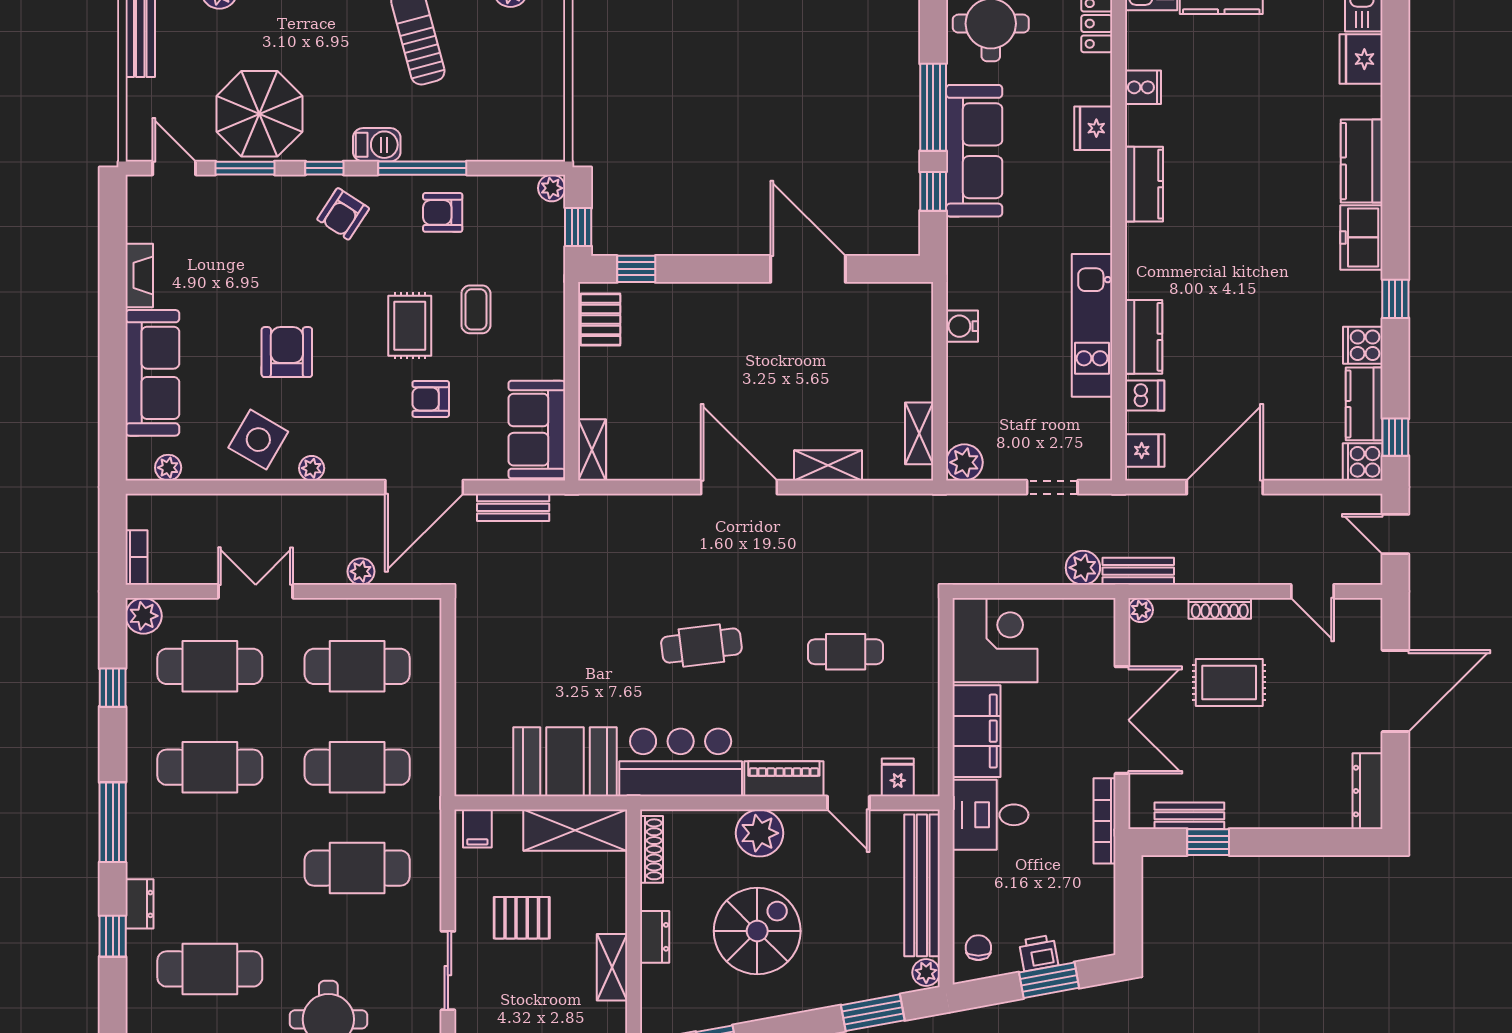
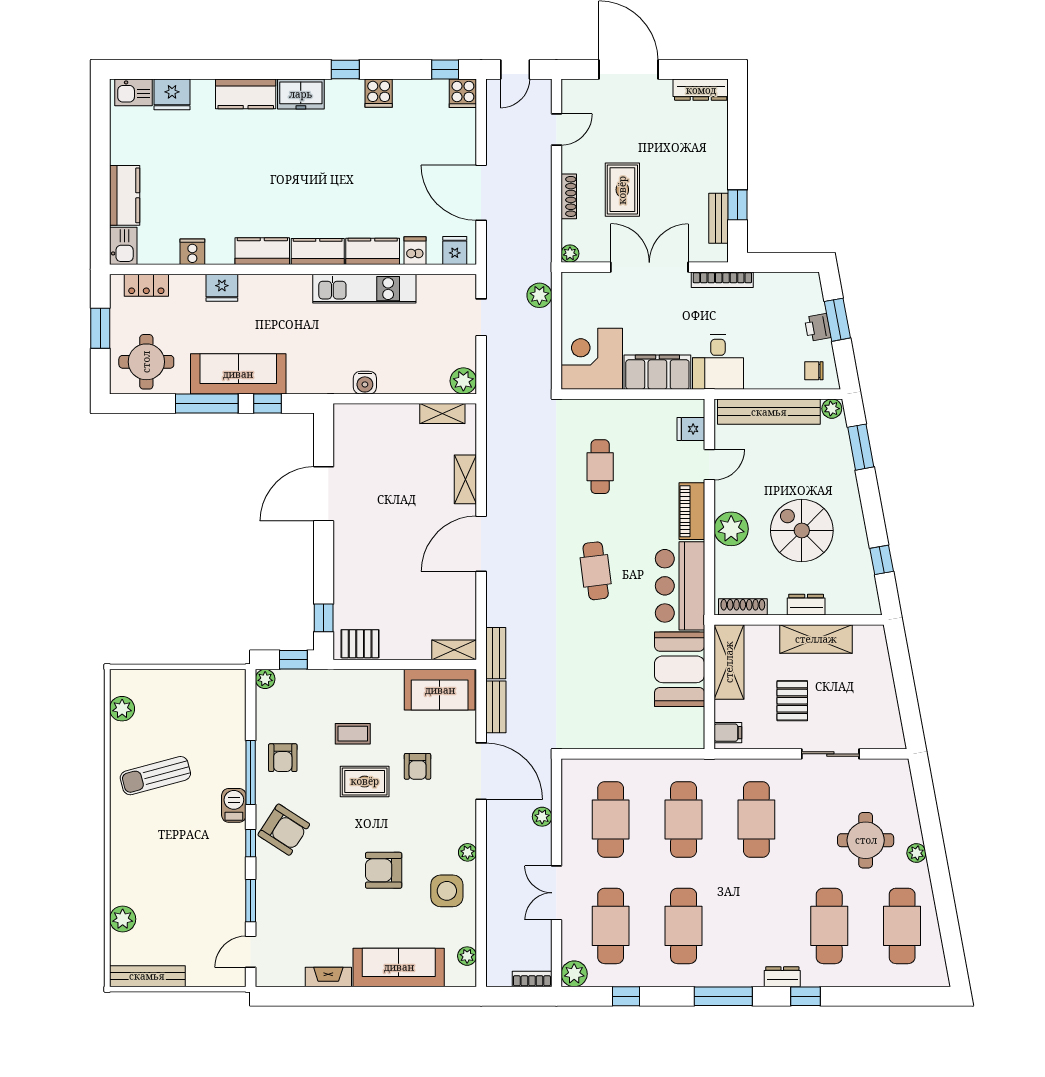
parasol: (259, 114) -> (212, 890), removed
armchair: (343, 214) -> (284, 830), width x1.38, depth x1.38
kitchen counter: (1364, 404) -> (318, 252), moved, turned 180
side table: (258, 440) -> (447, 891), turned -30
bench: (1138, 571) -> (496, 653), moved
shelving: (612, 967) -> (816, 639), width x1.50, depth x1.33

